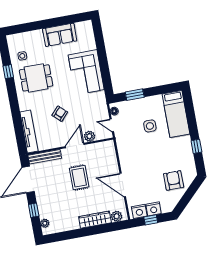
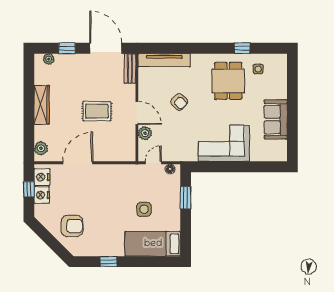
bench: (45, 157) -> (130, 68), width x0.73
wardrobe: (95, 220) -> (42, 105), moved

